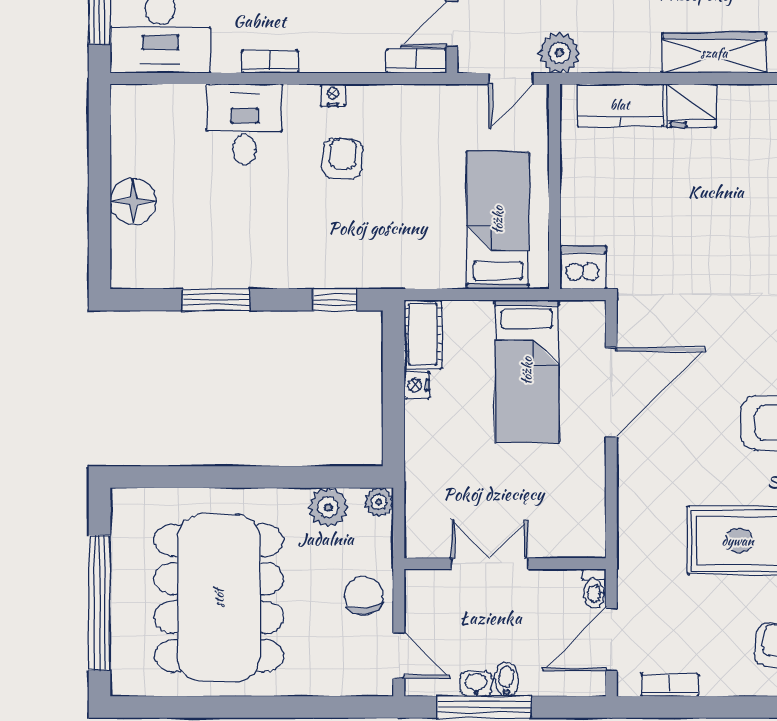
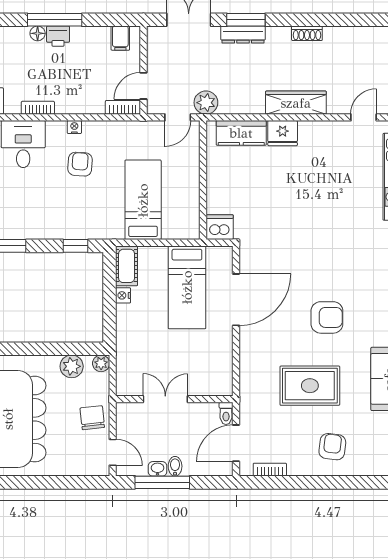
bed: (498, 220) -> (143, 200), moved

